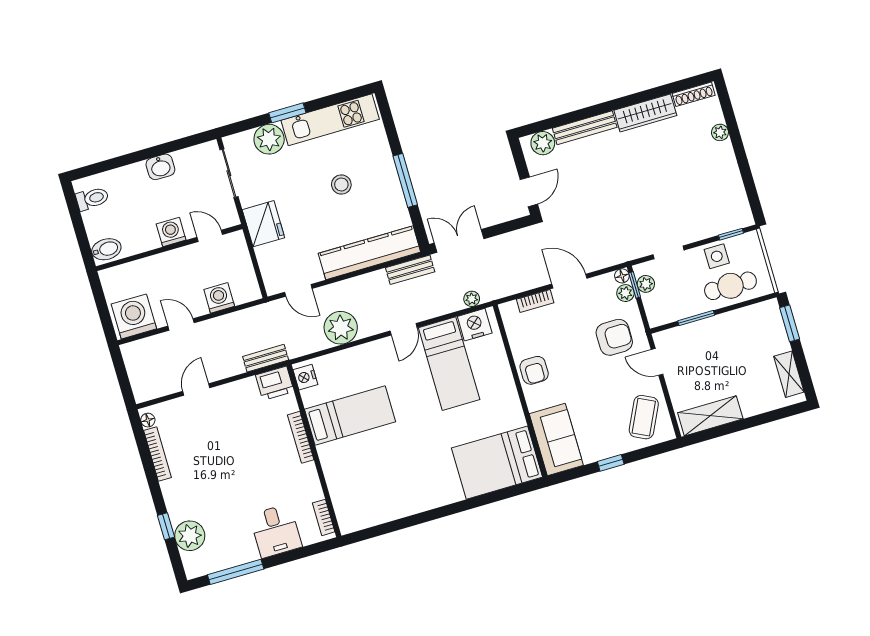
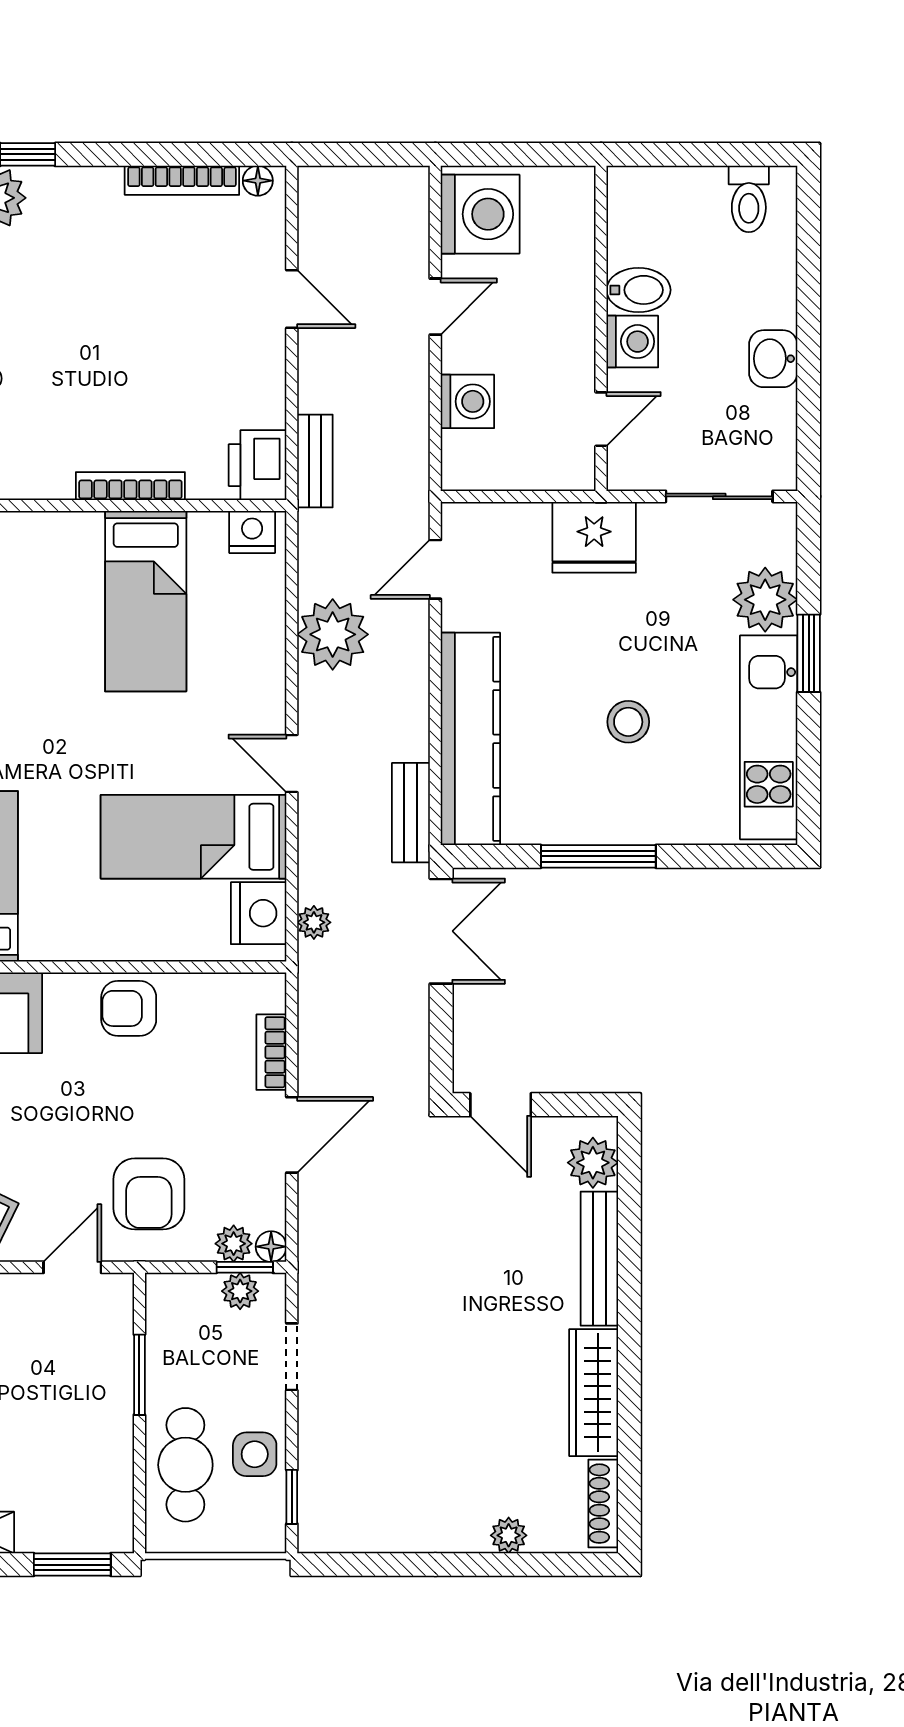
bidet: (106, 249) -> (639, 290), moved, turned -90

